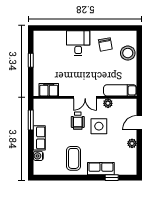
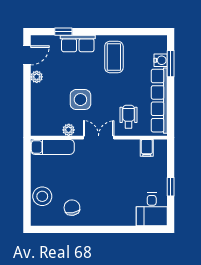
desk: (78, 43) -> (152, 209), moved
filing cabinet: (49, 90) -> (147, 148), width x0.50
window: (31, 120) -> (171, 64), moved
wheelchair: (78, 121) -> (129, 117), moved
door: (139, 123) -> (27, 55), moved
row of seats: (39, 138) -> (159, 101), width x2.02

